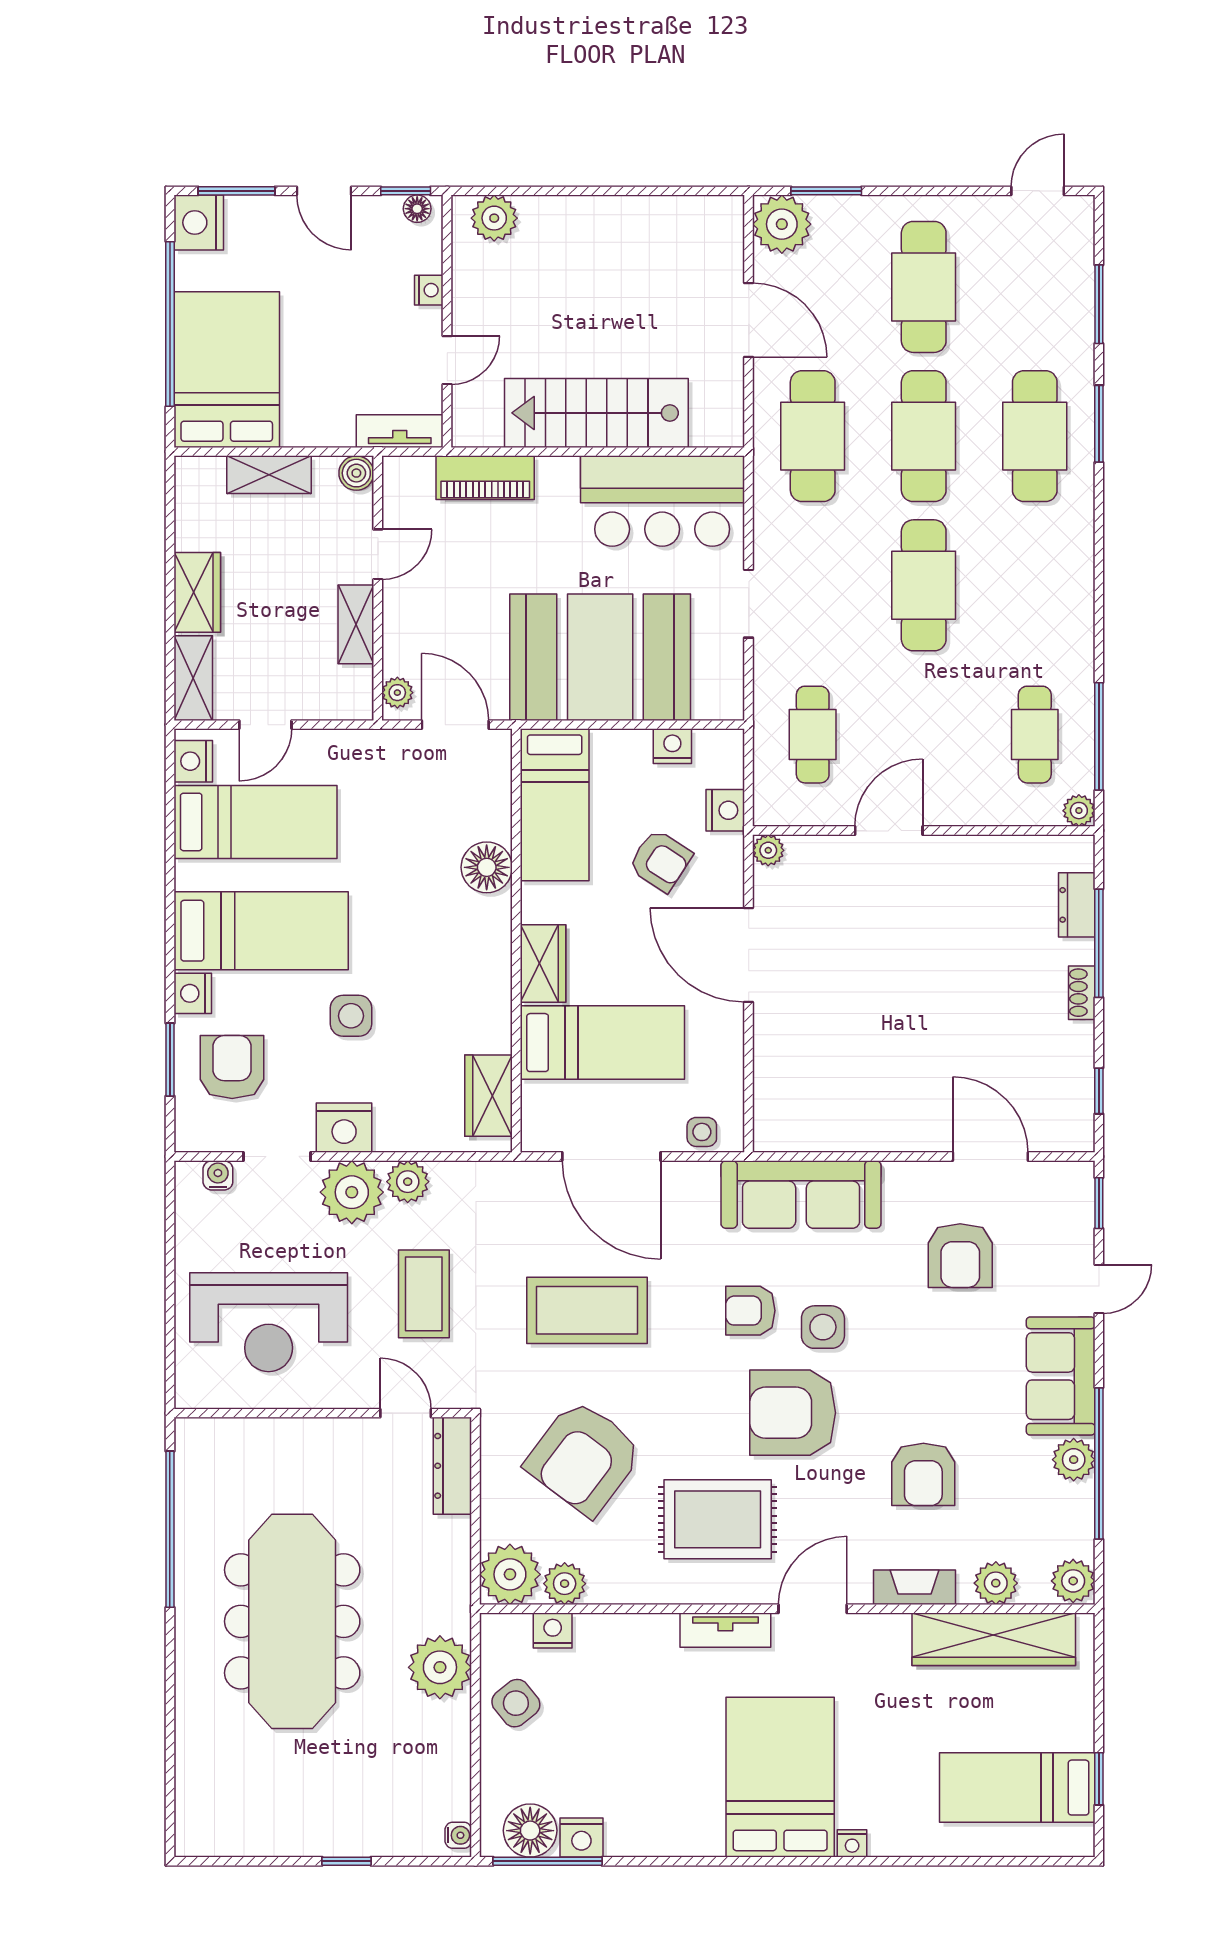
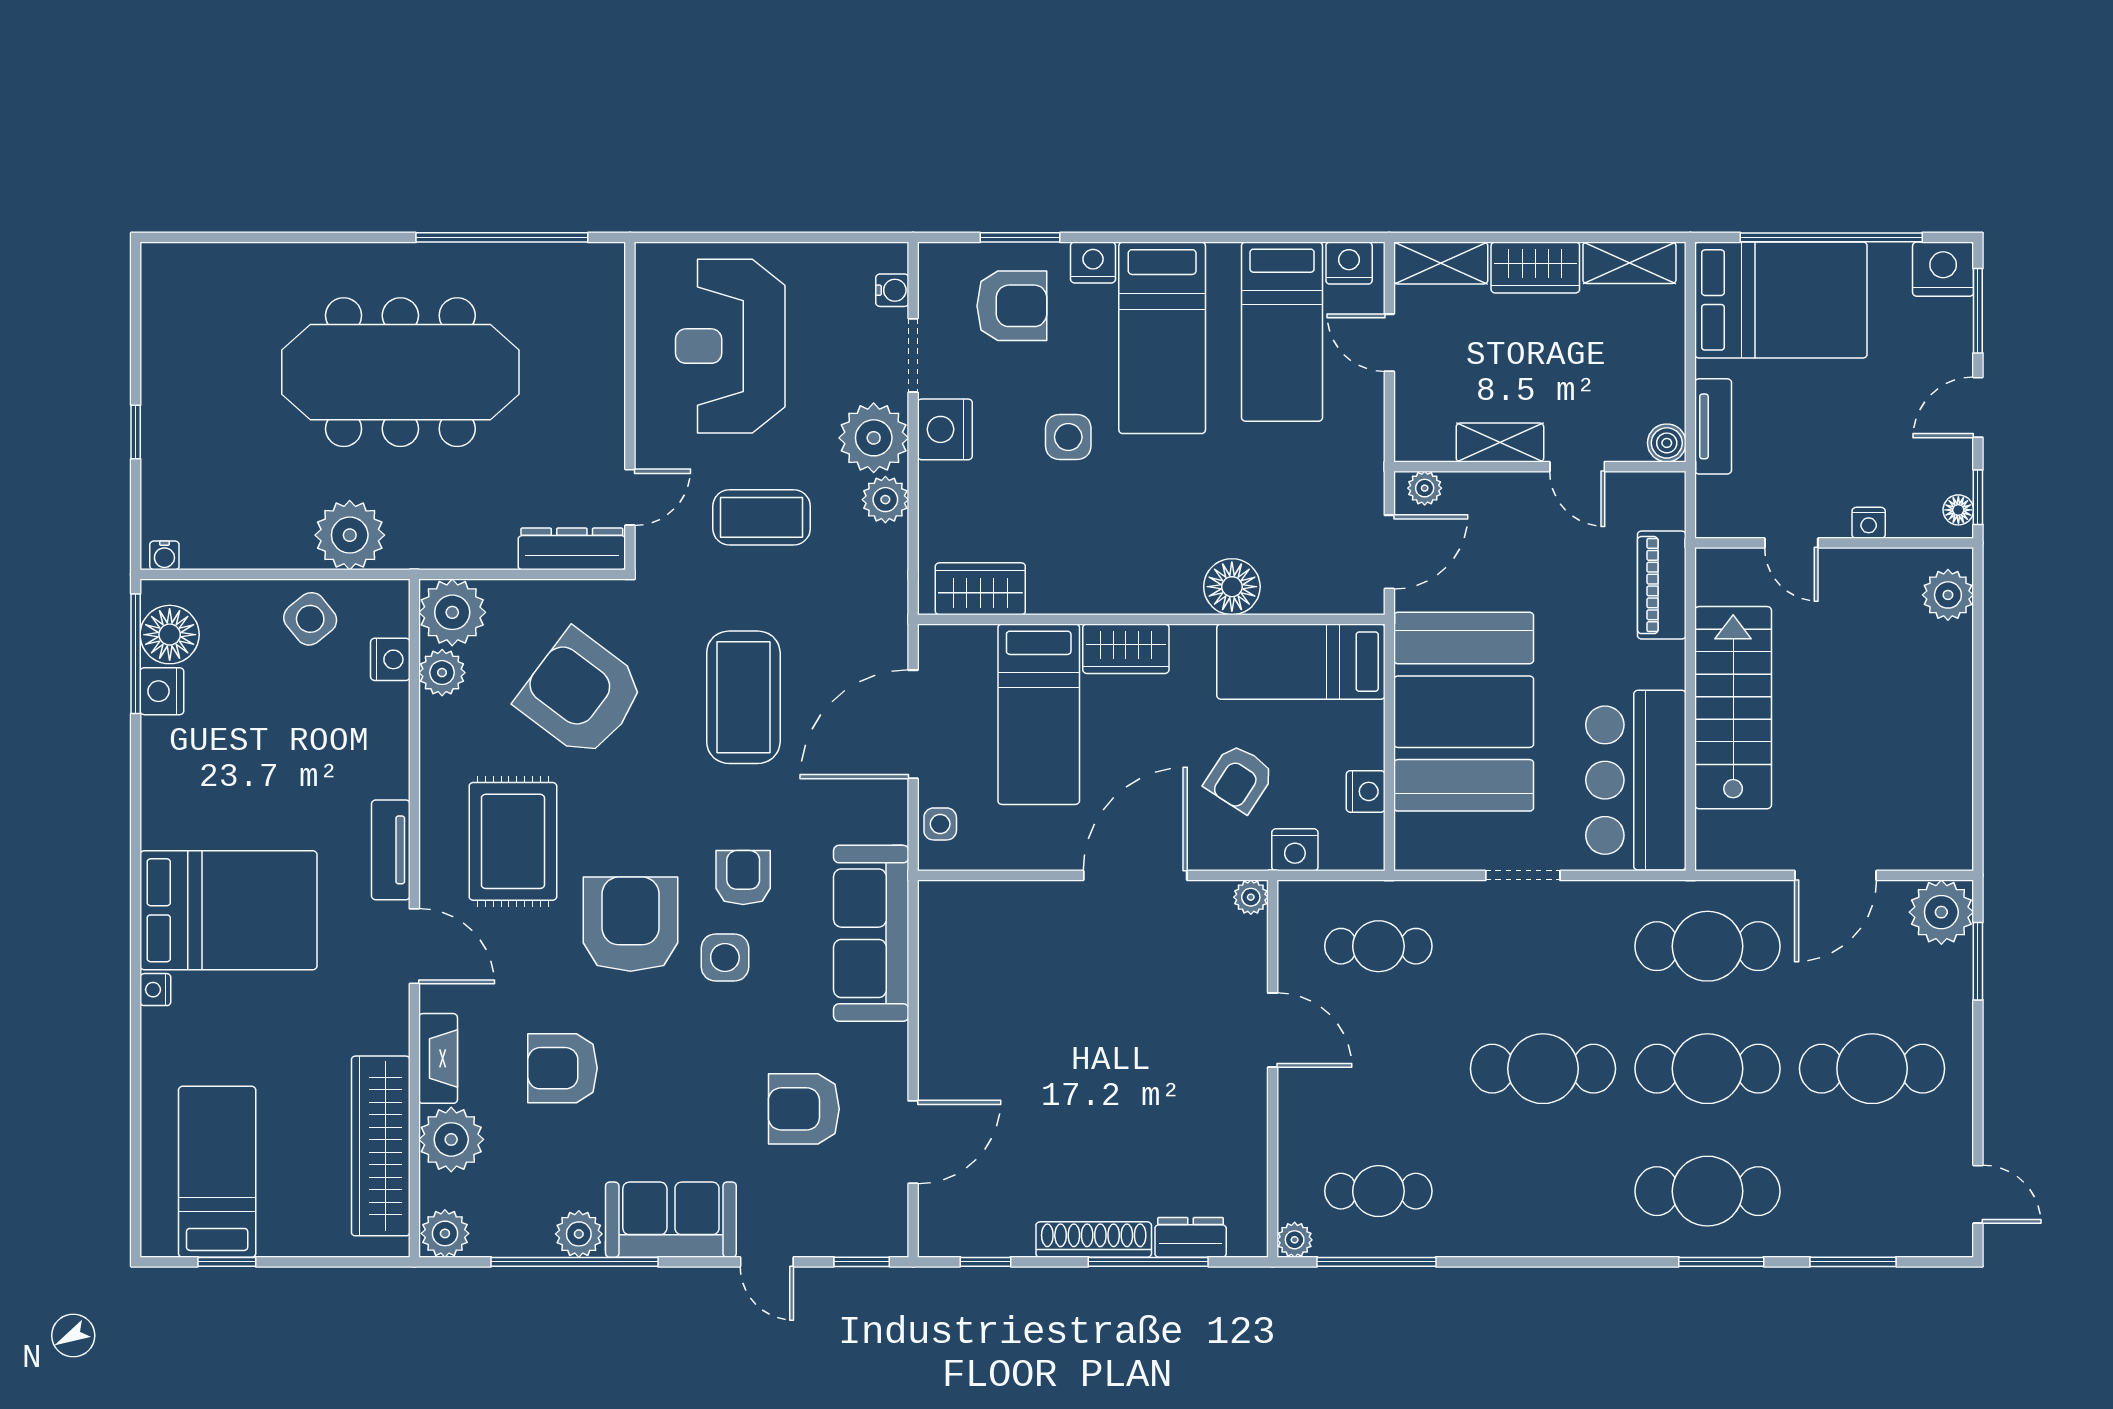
tv unit: (400, 431) -> (1713, 426), moved
shelving: (269, 475) -> (1629, 263), moved, turned 90
shoe rack: (1082, 993) -> (1094, 1240), width x1.94, depth x1.24
plant: (996, 1583) -> (451, 1139), width x1.36, depth x1.36

